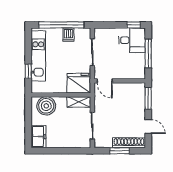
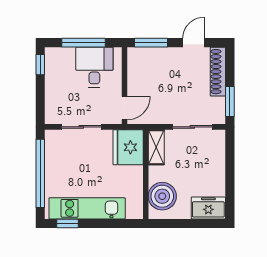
dishwasher: (68, 35) -> (55, 163), removed
desk: (132, 40) -> (94, 67), moved
window: (28, 71) -> (68, 223), moved
window: (120, 151) -> (230, 101), moved

